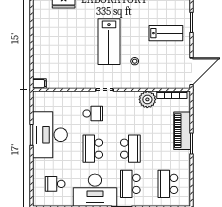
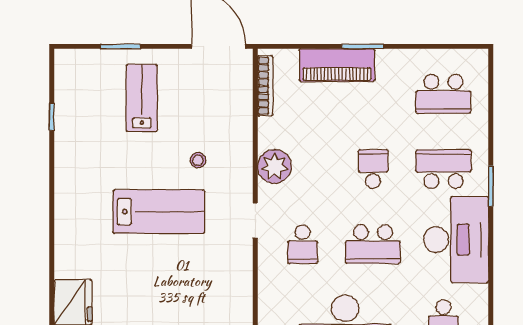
plant: (147, 99) -> (274, 166), moved
school desk: (93, 113) -> (303, 244), turned 180
school desk: (130, 149) -> (373, 169), width x0.54
school desk: (130, 184) -> (443, 169), turned 180

